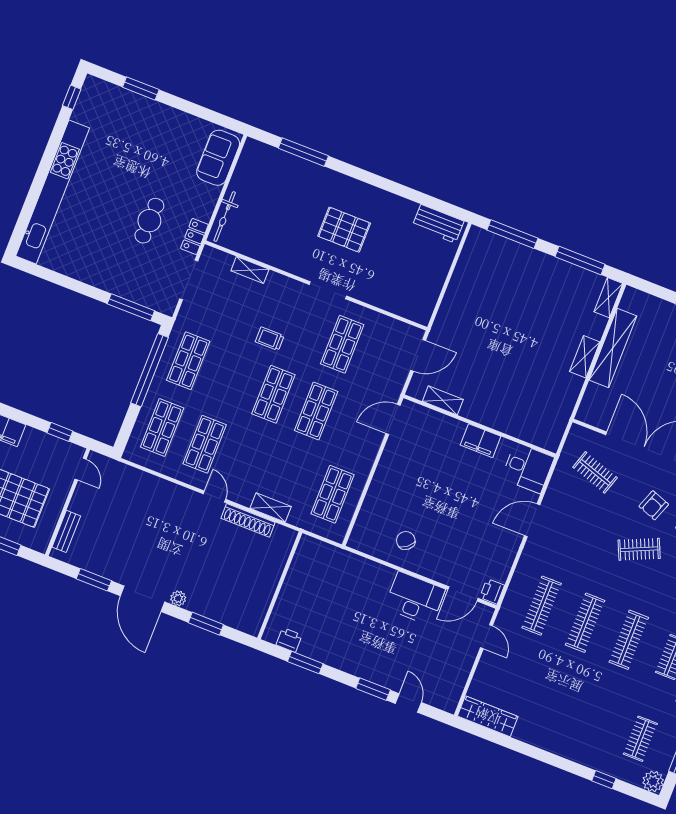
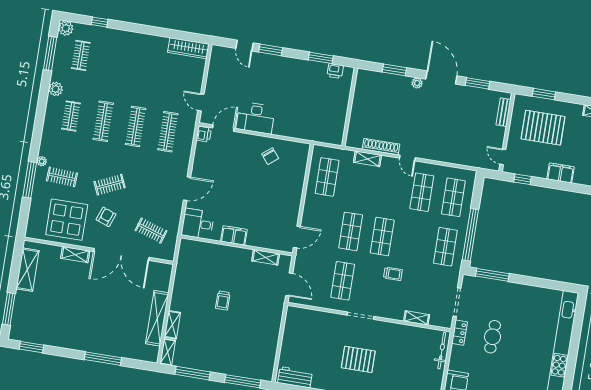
trolley: (516, 353) -> (223, 300), added
door: (418, 355) -> (289, 284), swing flipped
shelving: (585, 357) -> (172, 325), moved

